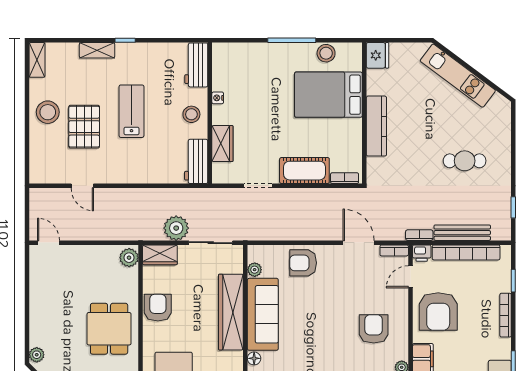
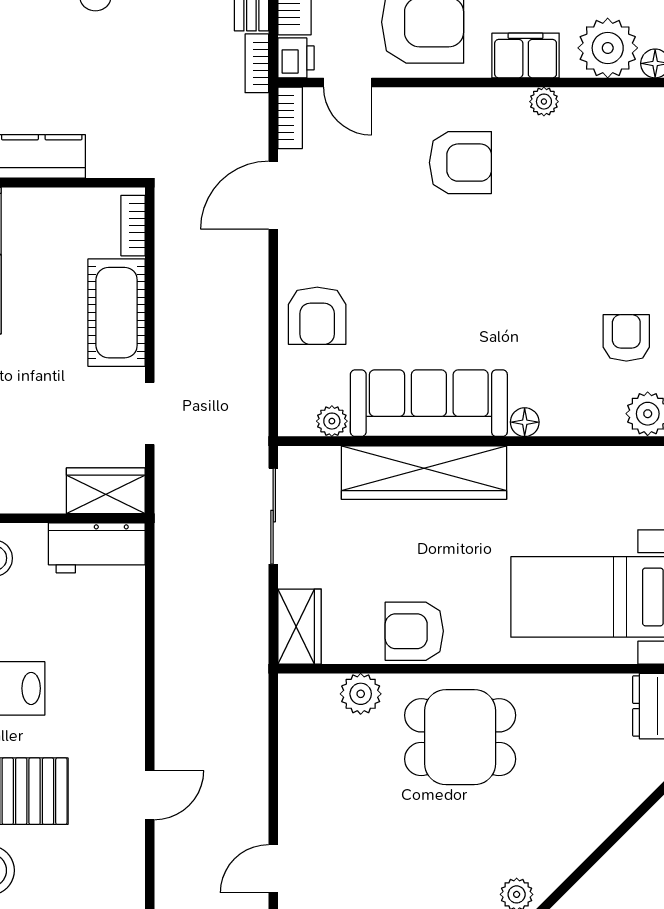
wardrobe: (222, 144) -> (106, 491), moved
plant: (176, 228) -> (241, 591), removed
plant: (129, 258) -> (361, 694), moved
armchair: (374, 329) -> (460, 163), turned 180

